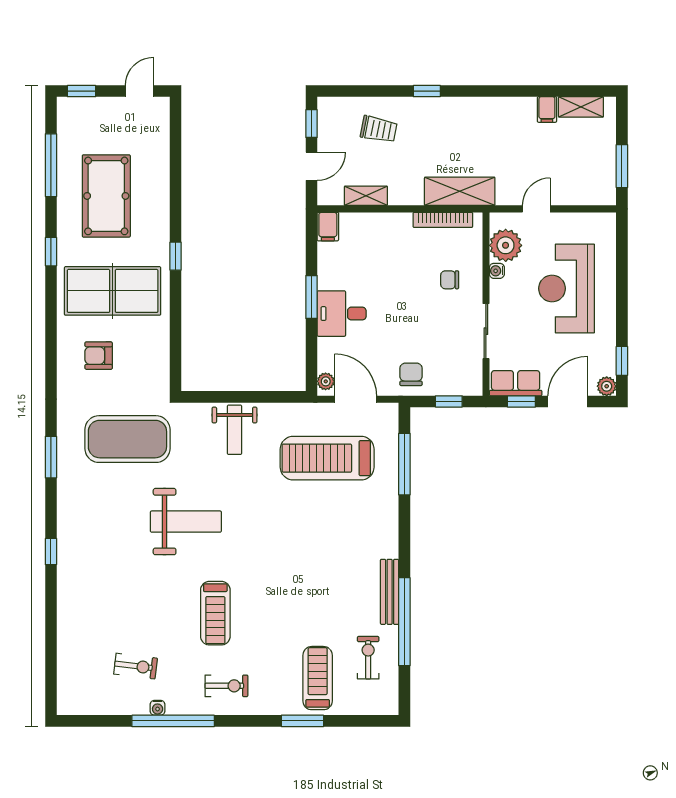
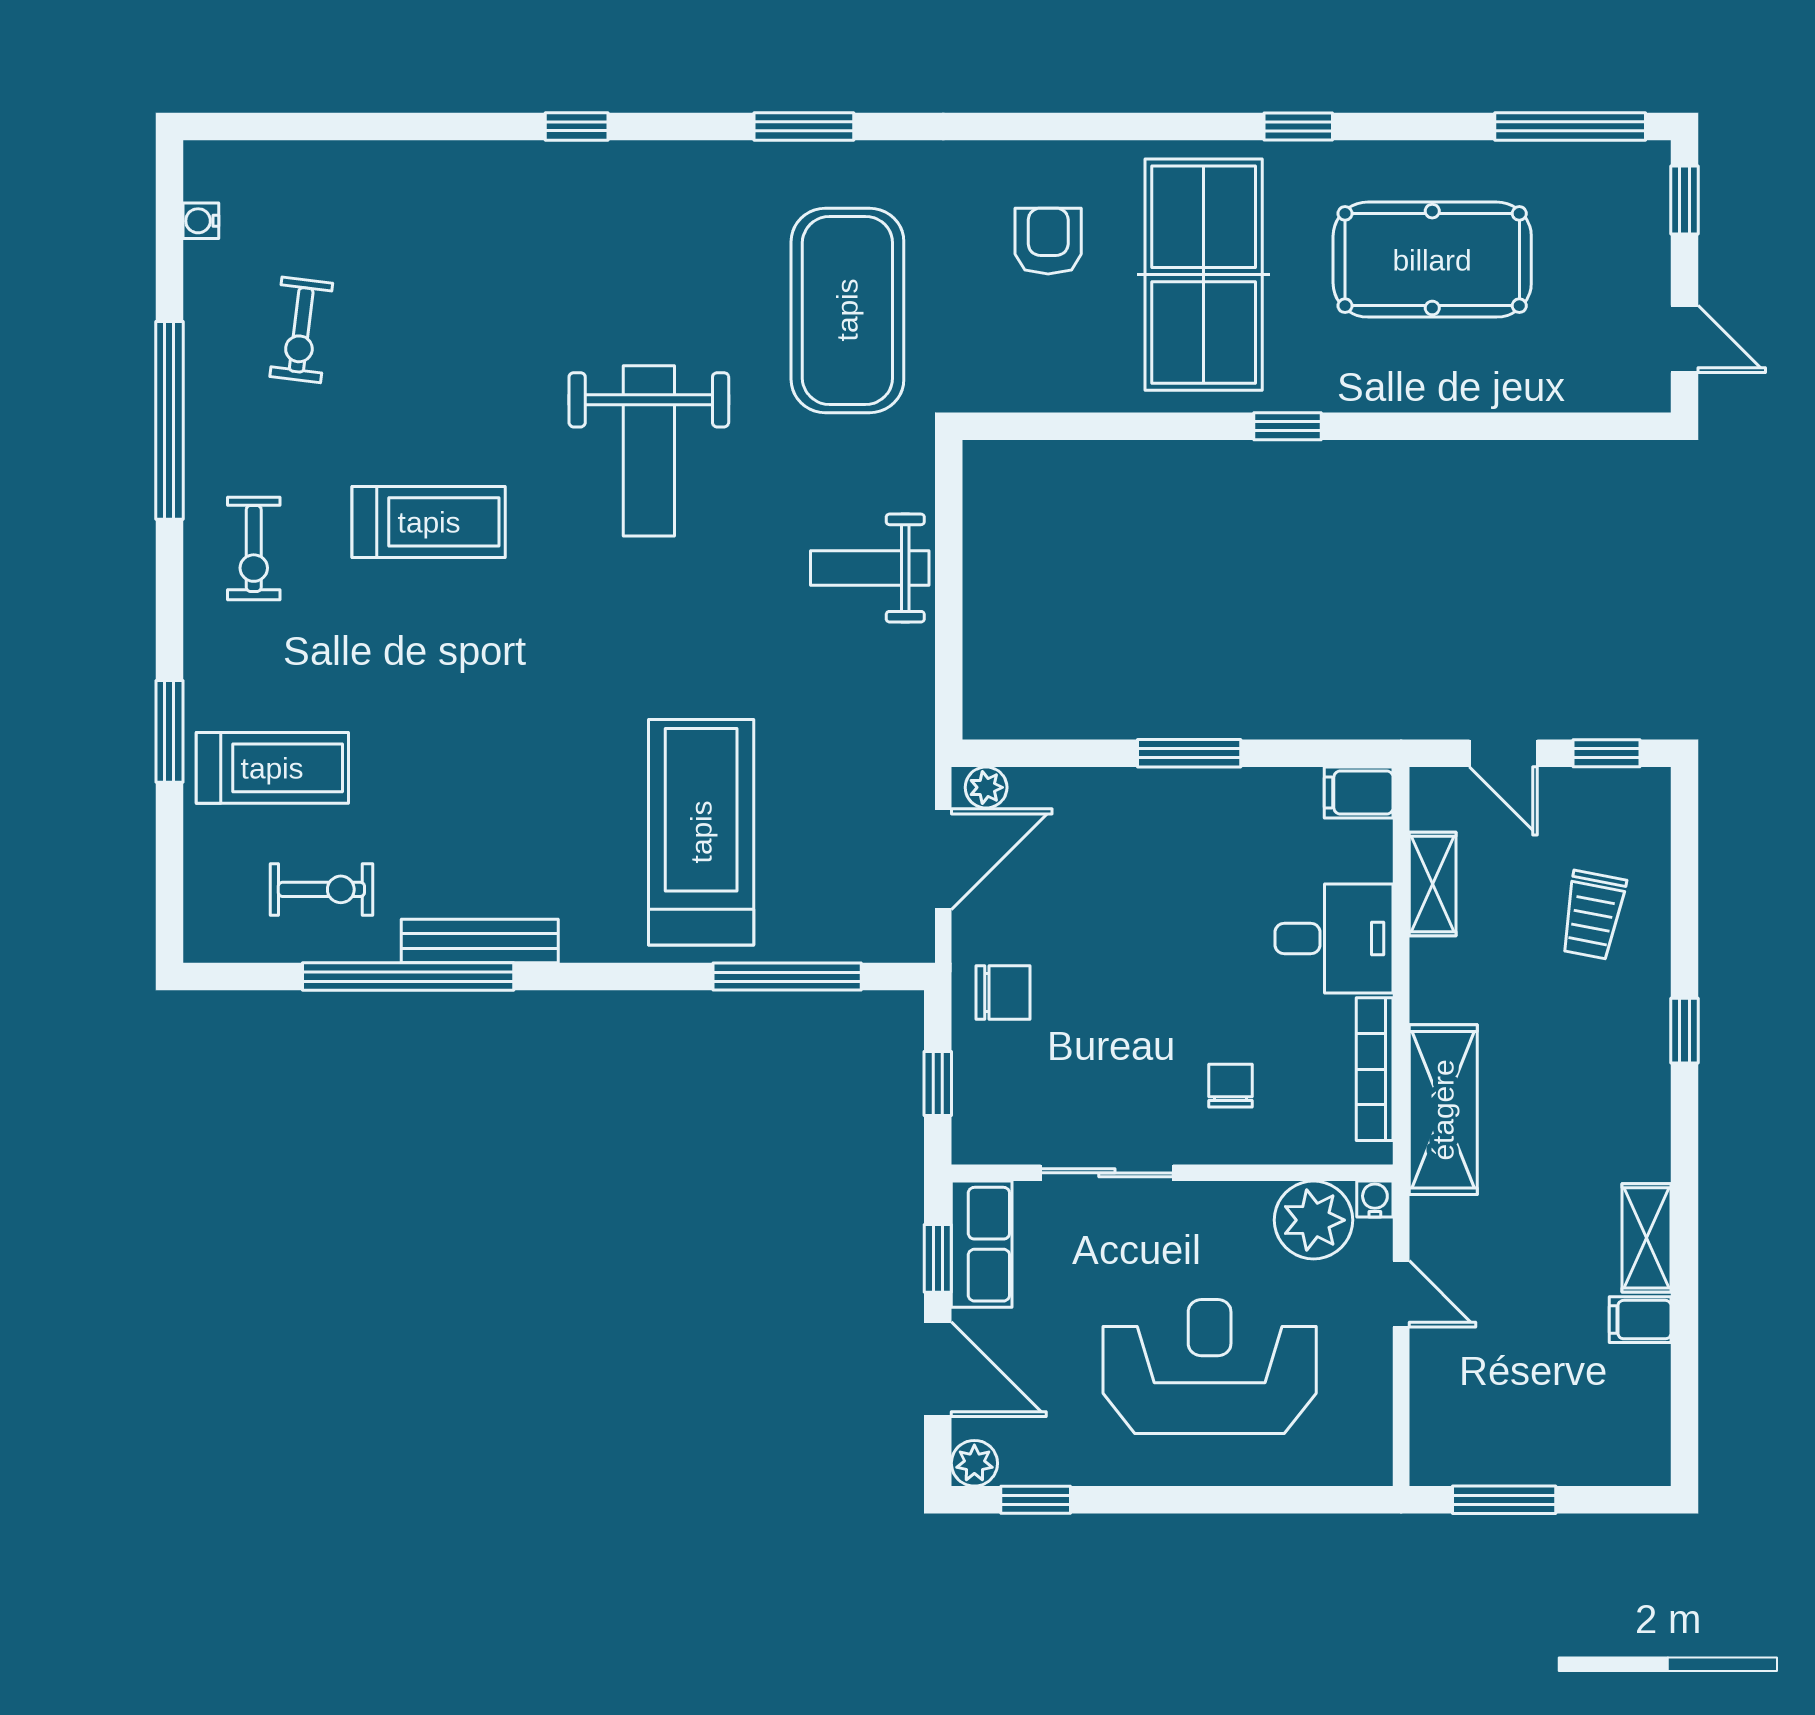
shelving: (581, 107) -> (1646, 1238), moved
window: (51, 165) -> (1570, 126), moved
water cooler: (497, 271) -> (1375, 1199), moved
desk: (342, 314) -> (1334, 939), moved, turned 90
treadmill: (327, 458) -> (701, 832), moved
treadmill: (215, 613) -> (429, 522), turned 180
water cooler: (158, 708) -> (201, 221), moved

